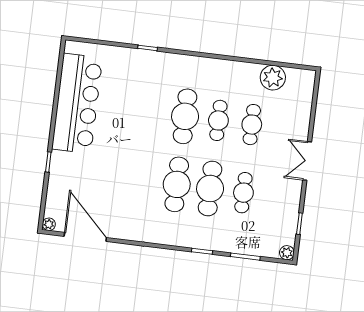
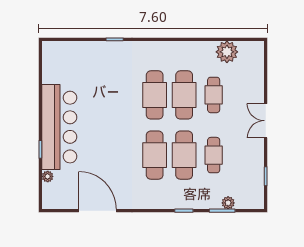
bar counter: (77, 103) -> (59, 127), moved
cafe table: (218, 120) -> (184, 95), width x1.37, depth x1.35
plant: (49, 224) -> (48, 176), moved
door: (85, 237) -> (97, 211), moved
plant: (287, 253) -> (228, 203), moved

